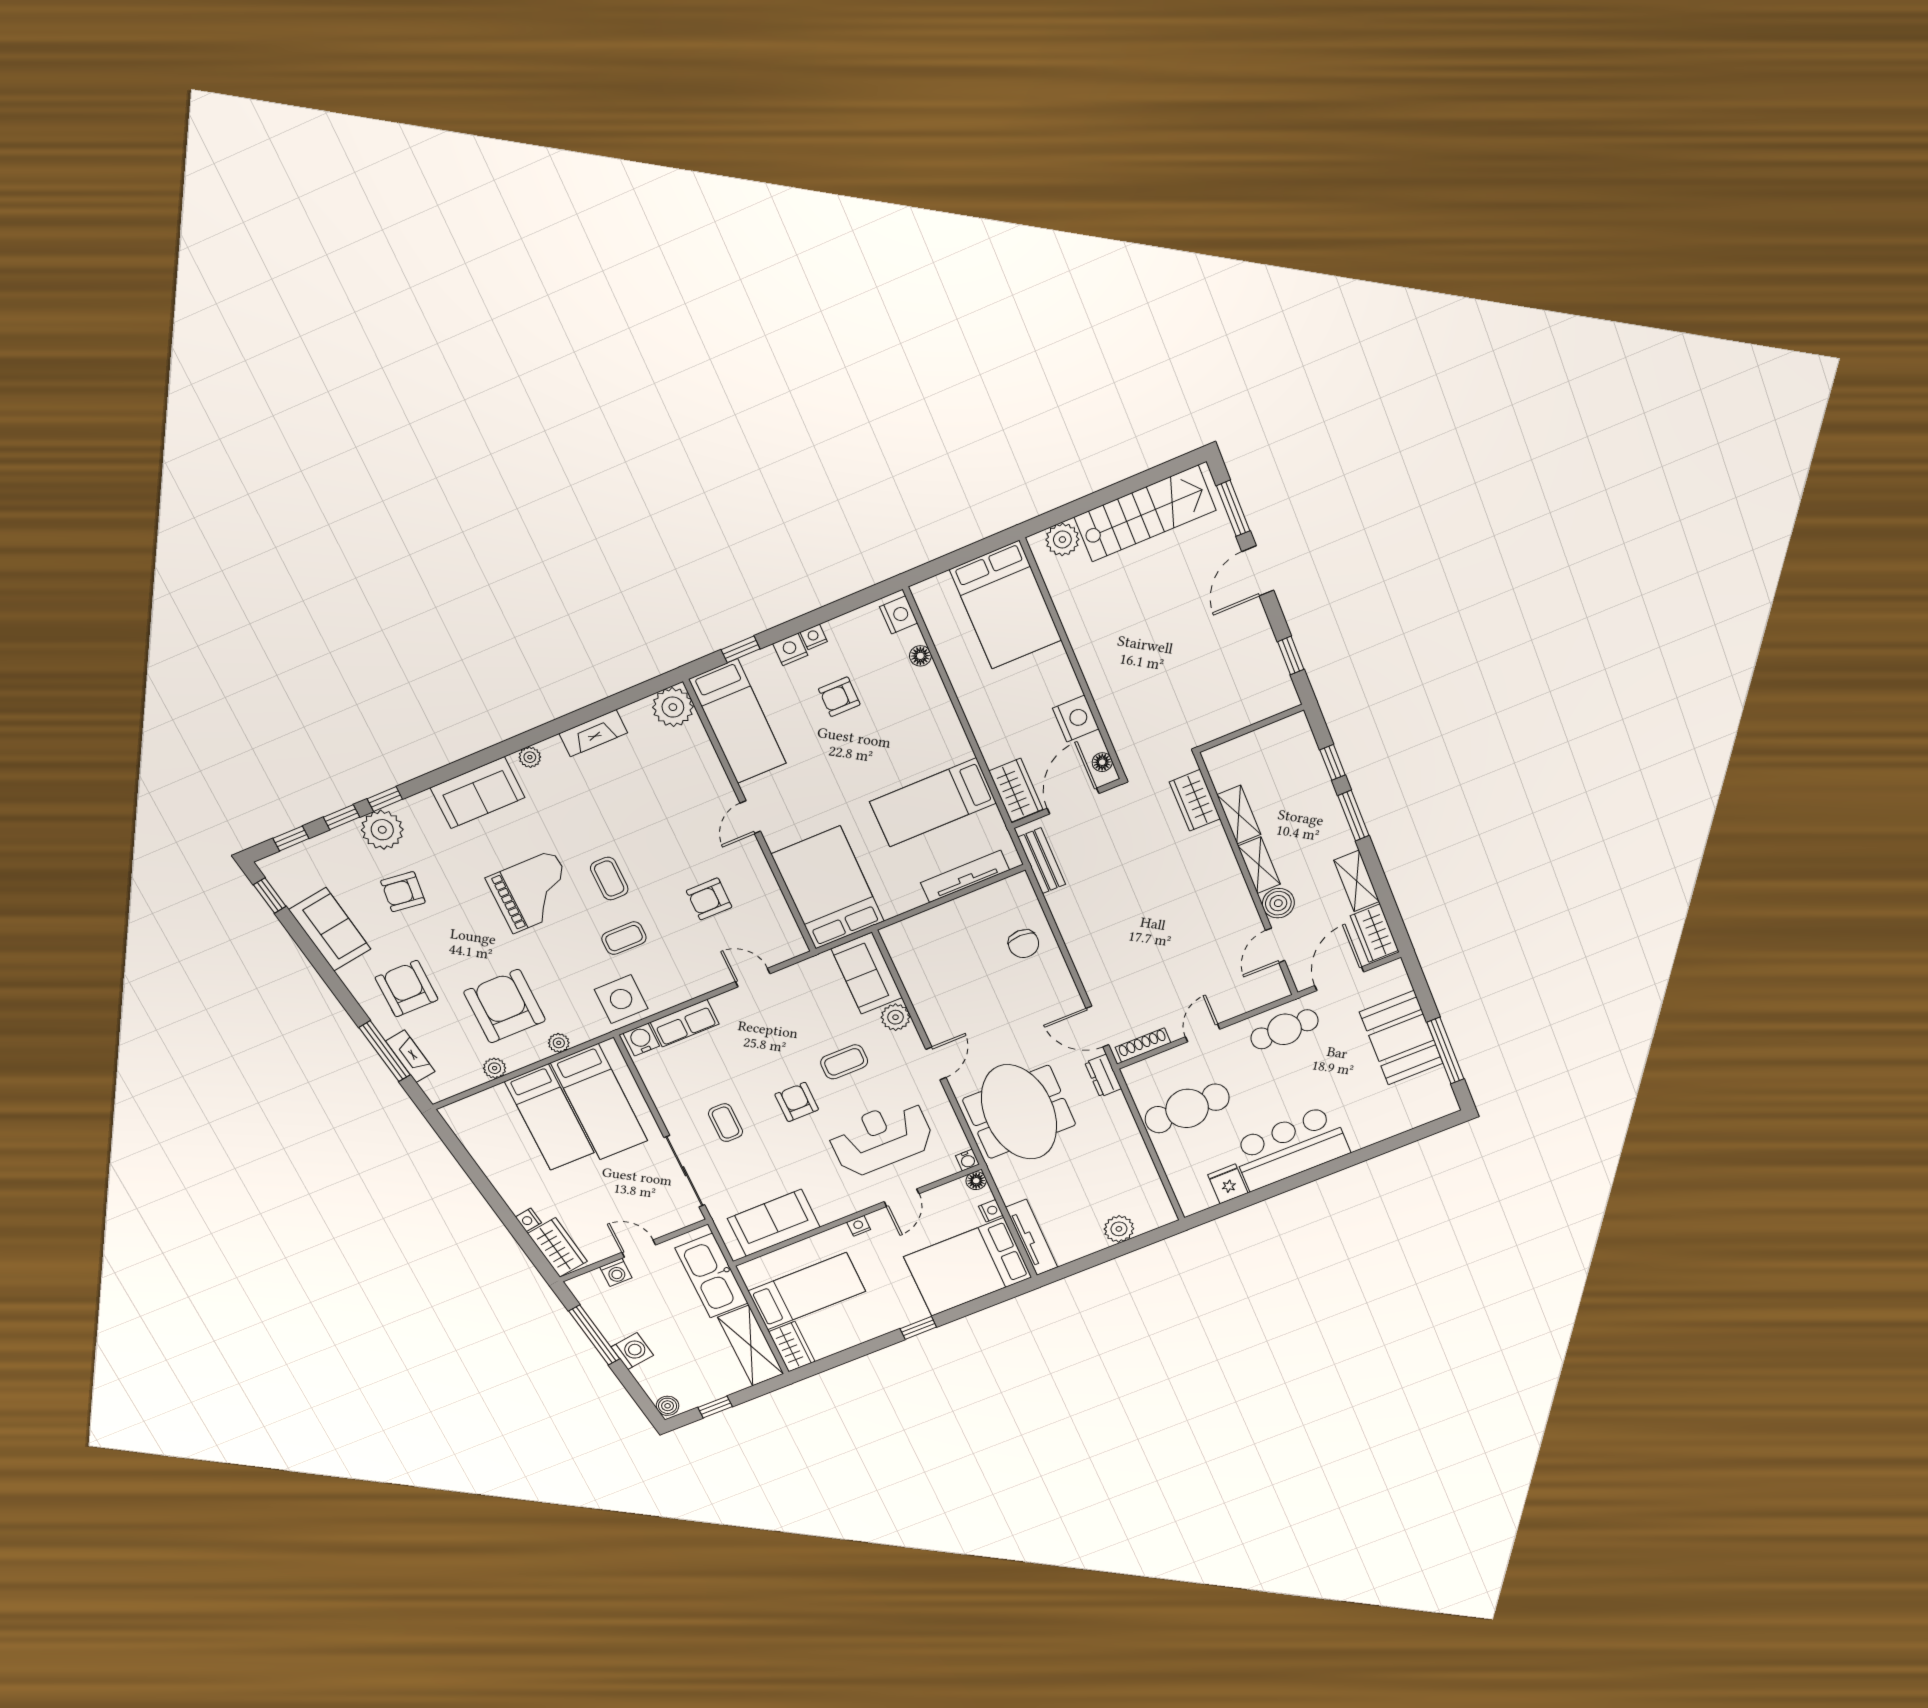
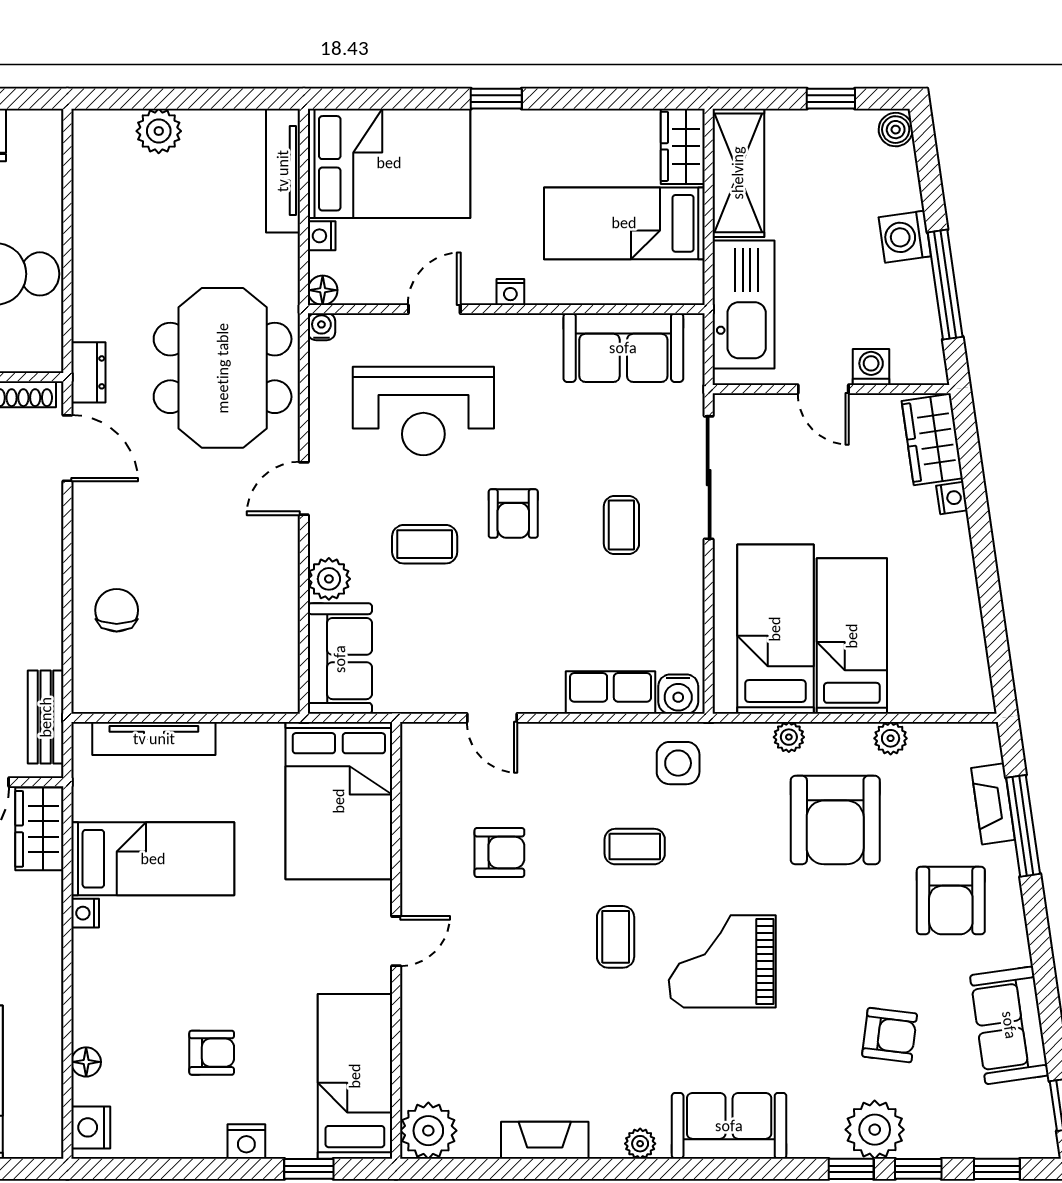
nightstand: (814, 637) -> (85, 913), moved, turned 90
side table: (621, 999) -> (678, 763), width x0.73, depth x0.73

